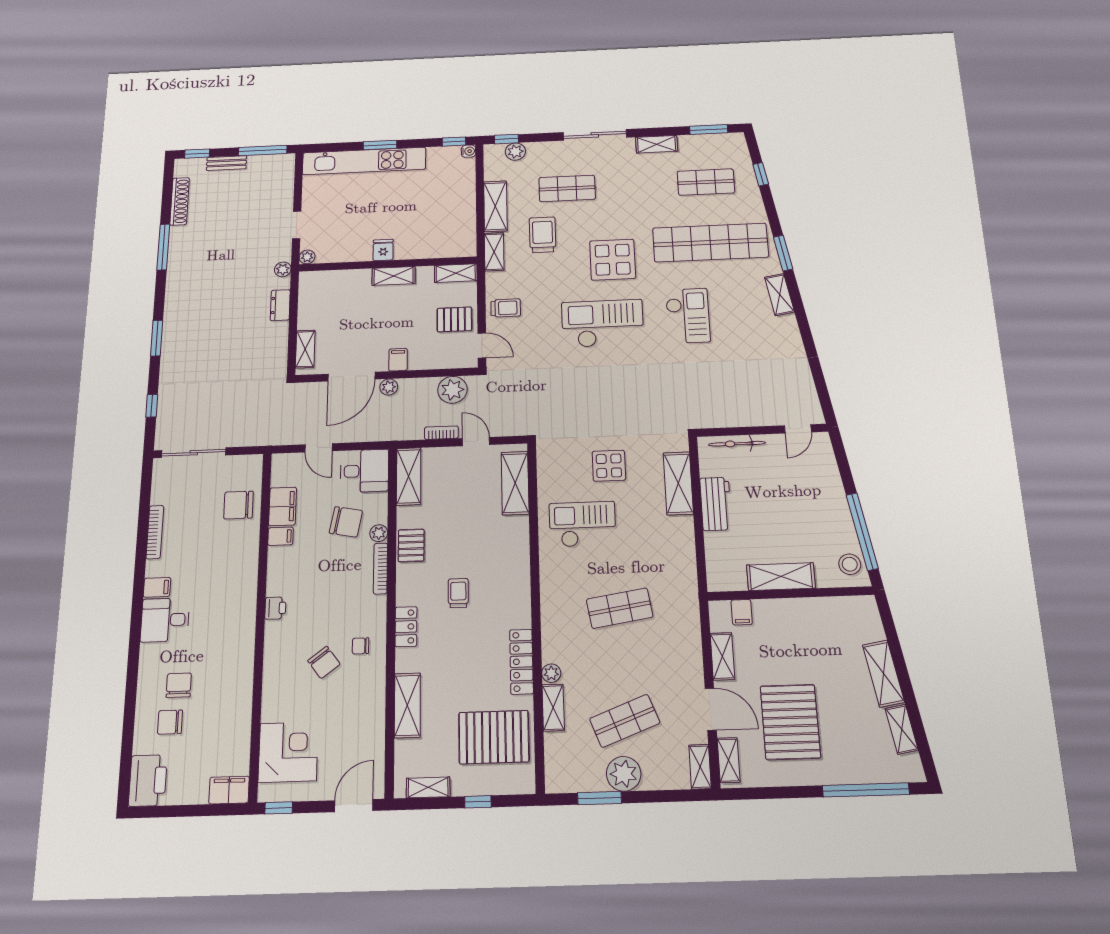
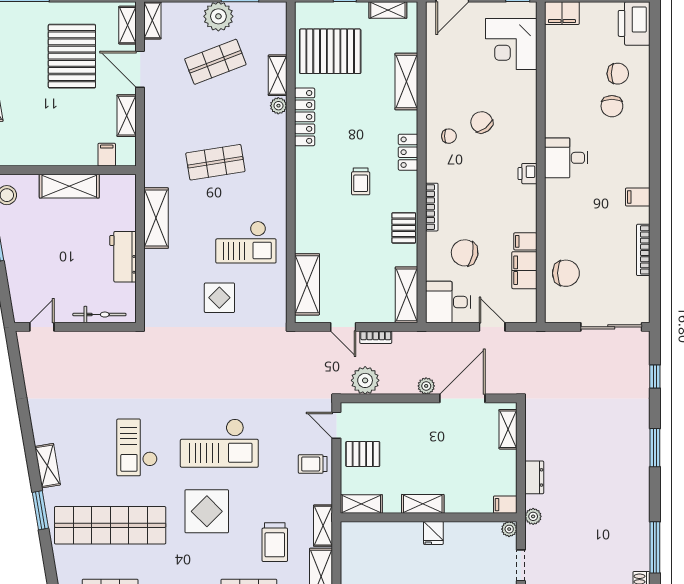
filing cabinet: (398, 360) -> (505, 505), moved, turned 90
shelving: (678, 483) -> (156, 218), moved
plant: (379, 533) -> (434, 241), removed
desk: (165, 620) -> (566, 158), moved, turned 180

